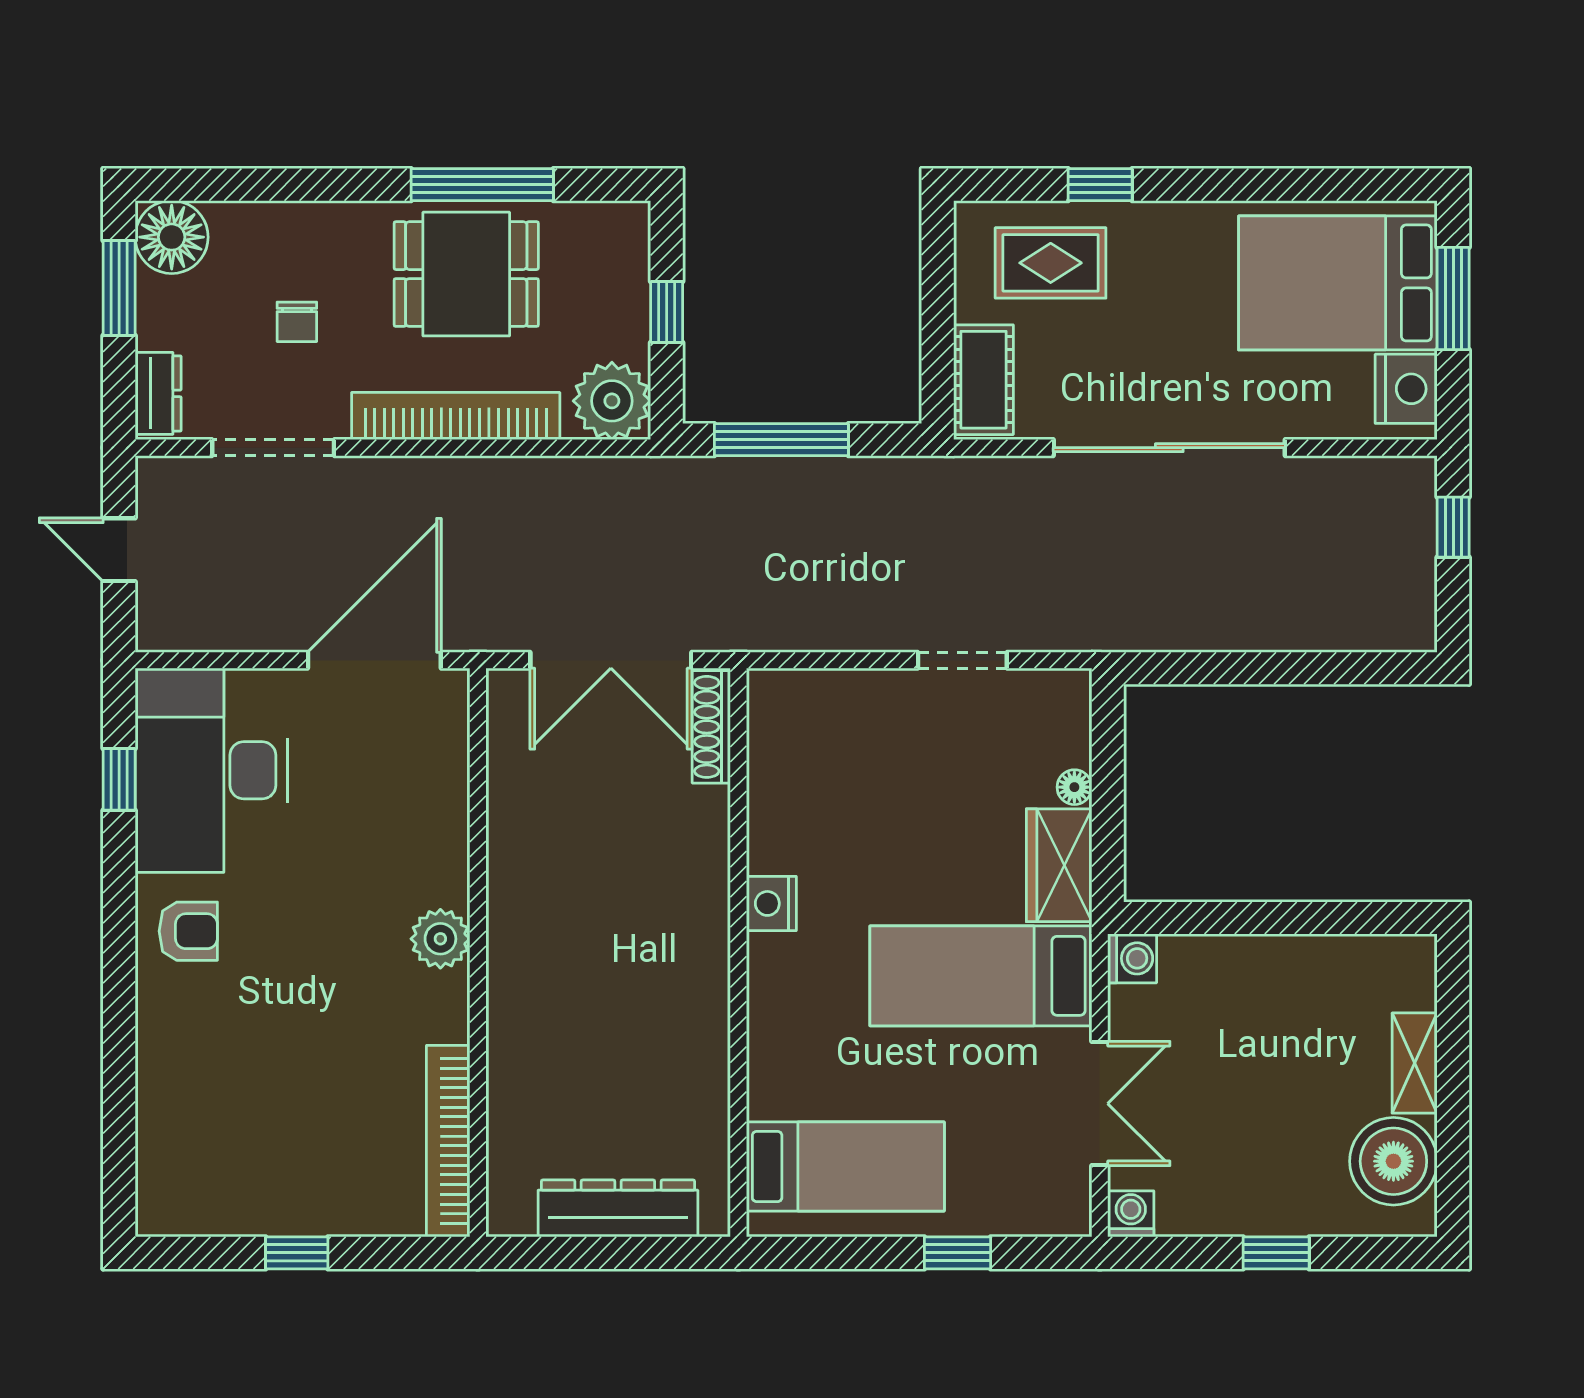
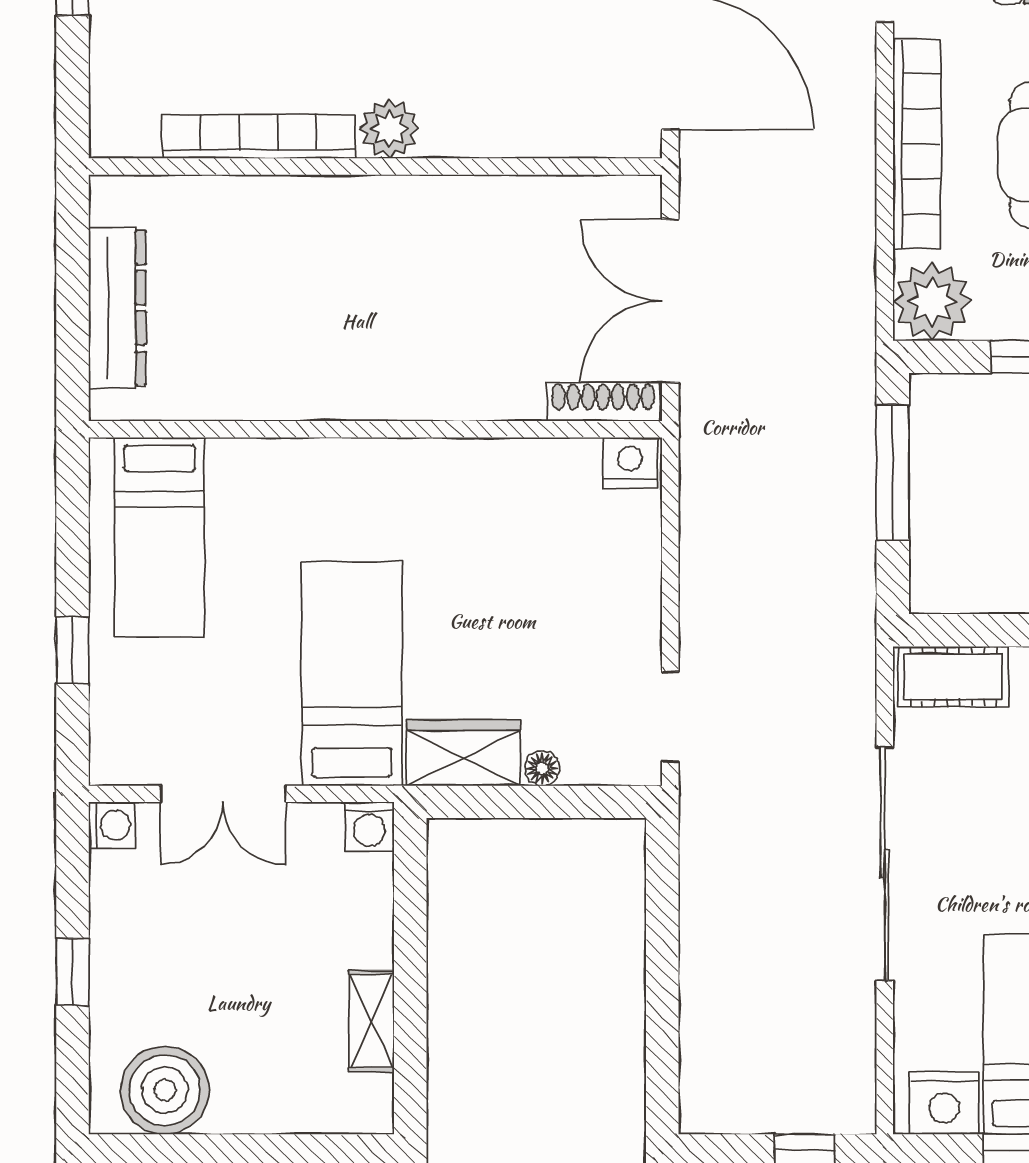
doorway: (962, 660) -> (670, 717), moved
nightstand: (771, 903) -> (630, 463), moved
shelving: (1415, 1063) -> (371, 1021), moved, turned 90
bookcase: (448, 1141) -> (259, 137), moved

